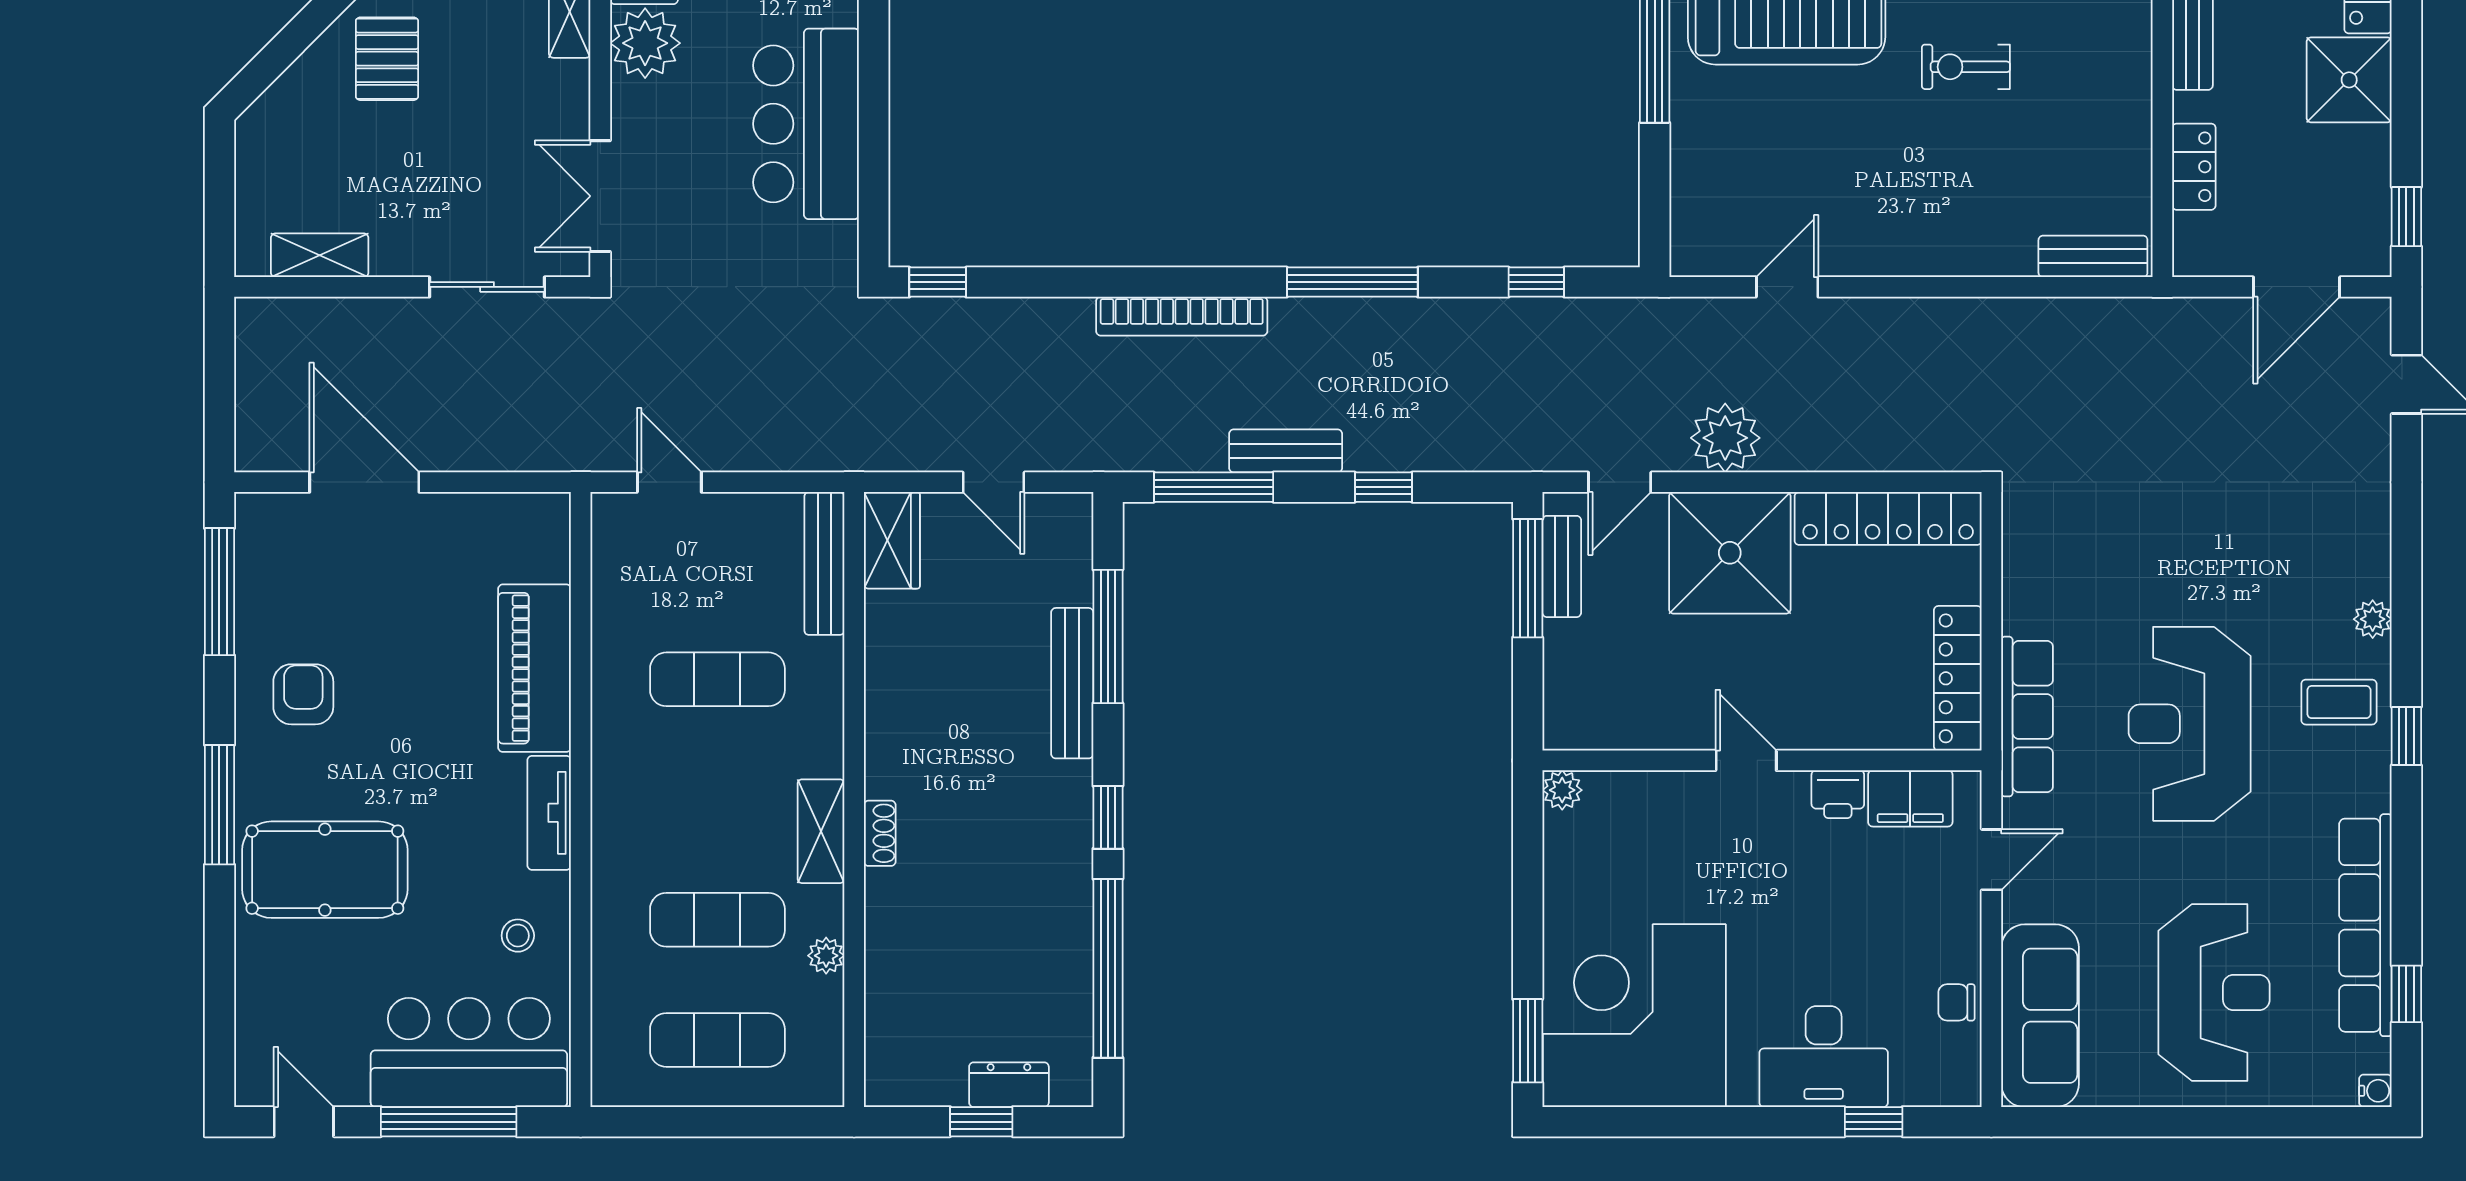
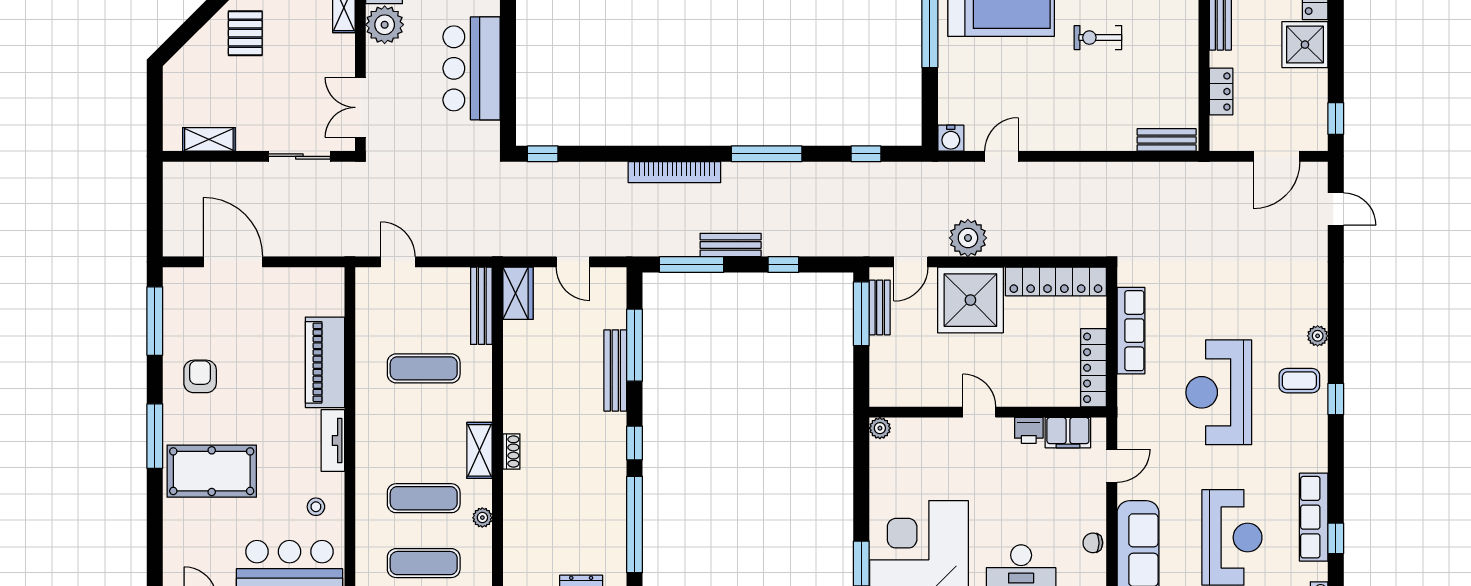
water cooler: (1693, 253) -> (951, 138), added
row of seats: (2027, 717) -> (1131, 331), moved
row of seats: (2365, 925) -> (1314, 517), width x0.73

